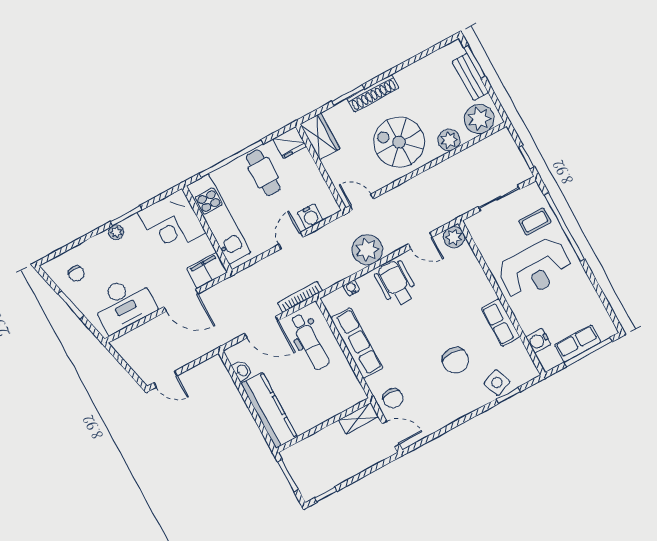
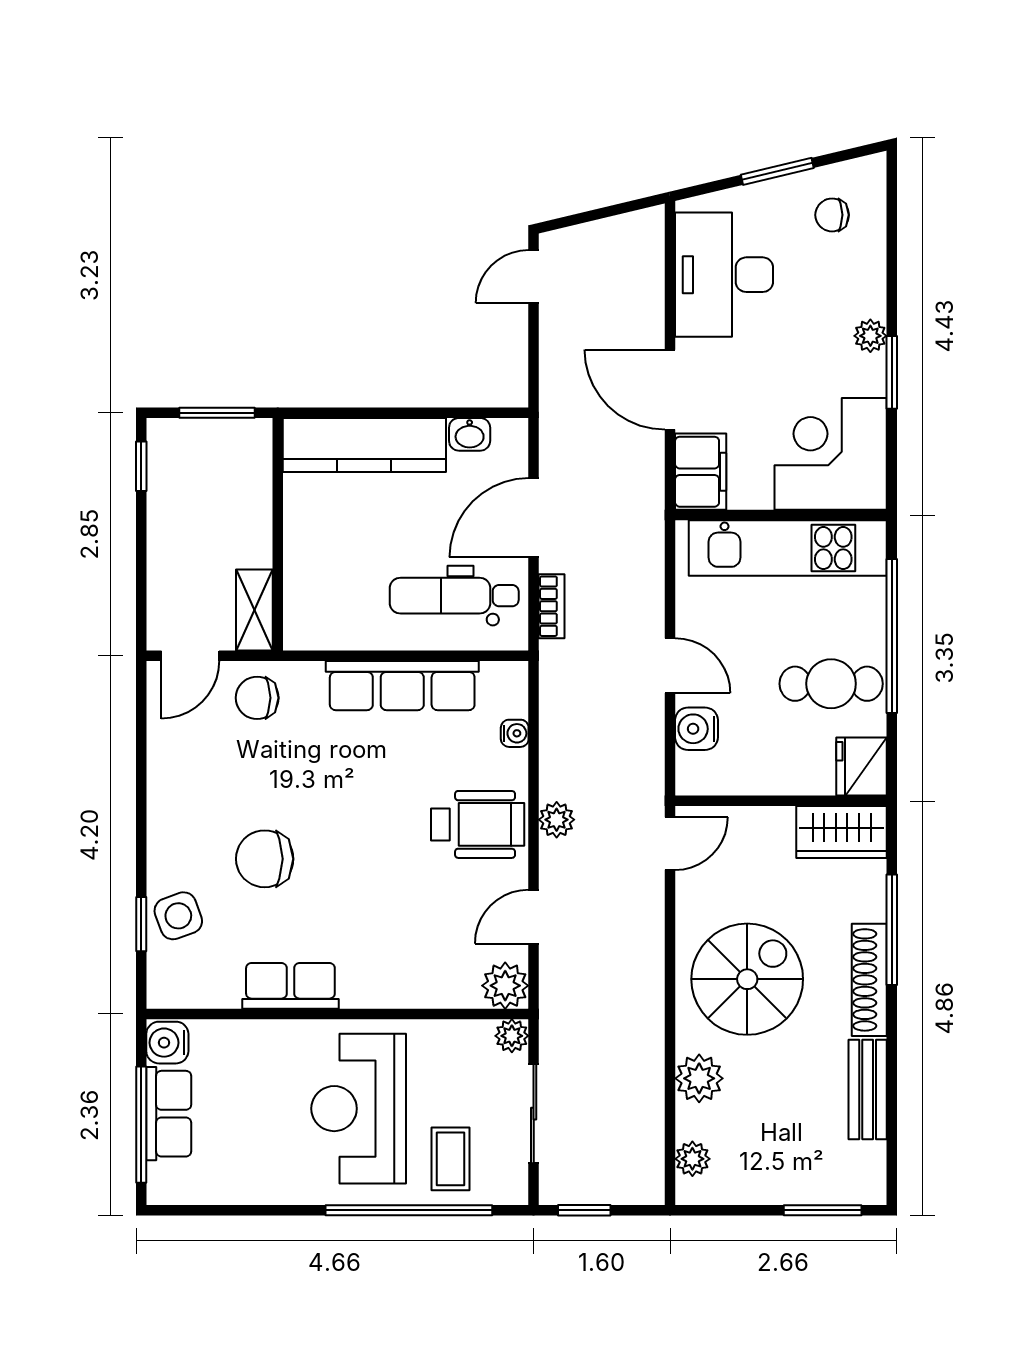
bench: (470, 77) -> (868, 1089), moved, turned 90
window: (348, 95) -> (892, 930), width x1.44
plant: (479, 119) -> (692, 1159), width x0.53, depth x0.53
plant: (473, 224) -> (512, 1036), added
plant: (367, 250) -> (557, 820), width x0.53, depth x0.53
bookcase: (300, 297) -> (552, 606), width x0.64
door: (181, 300) -> (670, 390), hinge flipped
water cooler: (538, 341) -> (167, 1043), moved, turned -90

